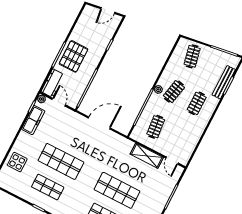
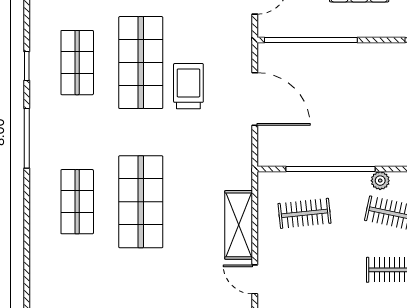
trolley: (80, 147) -> (188, 86), added
door: (172, 161) -> (255, 279), hinge flipped

